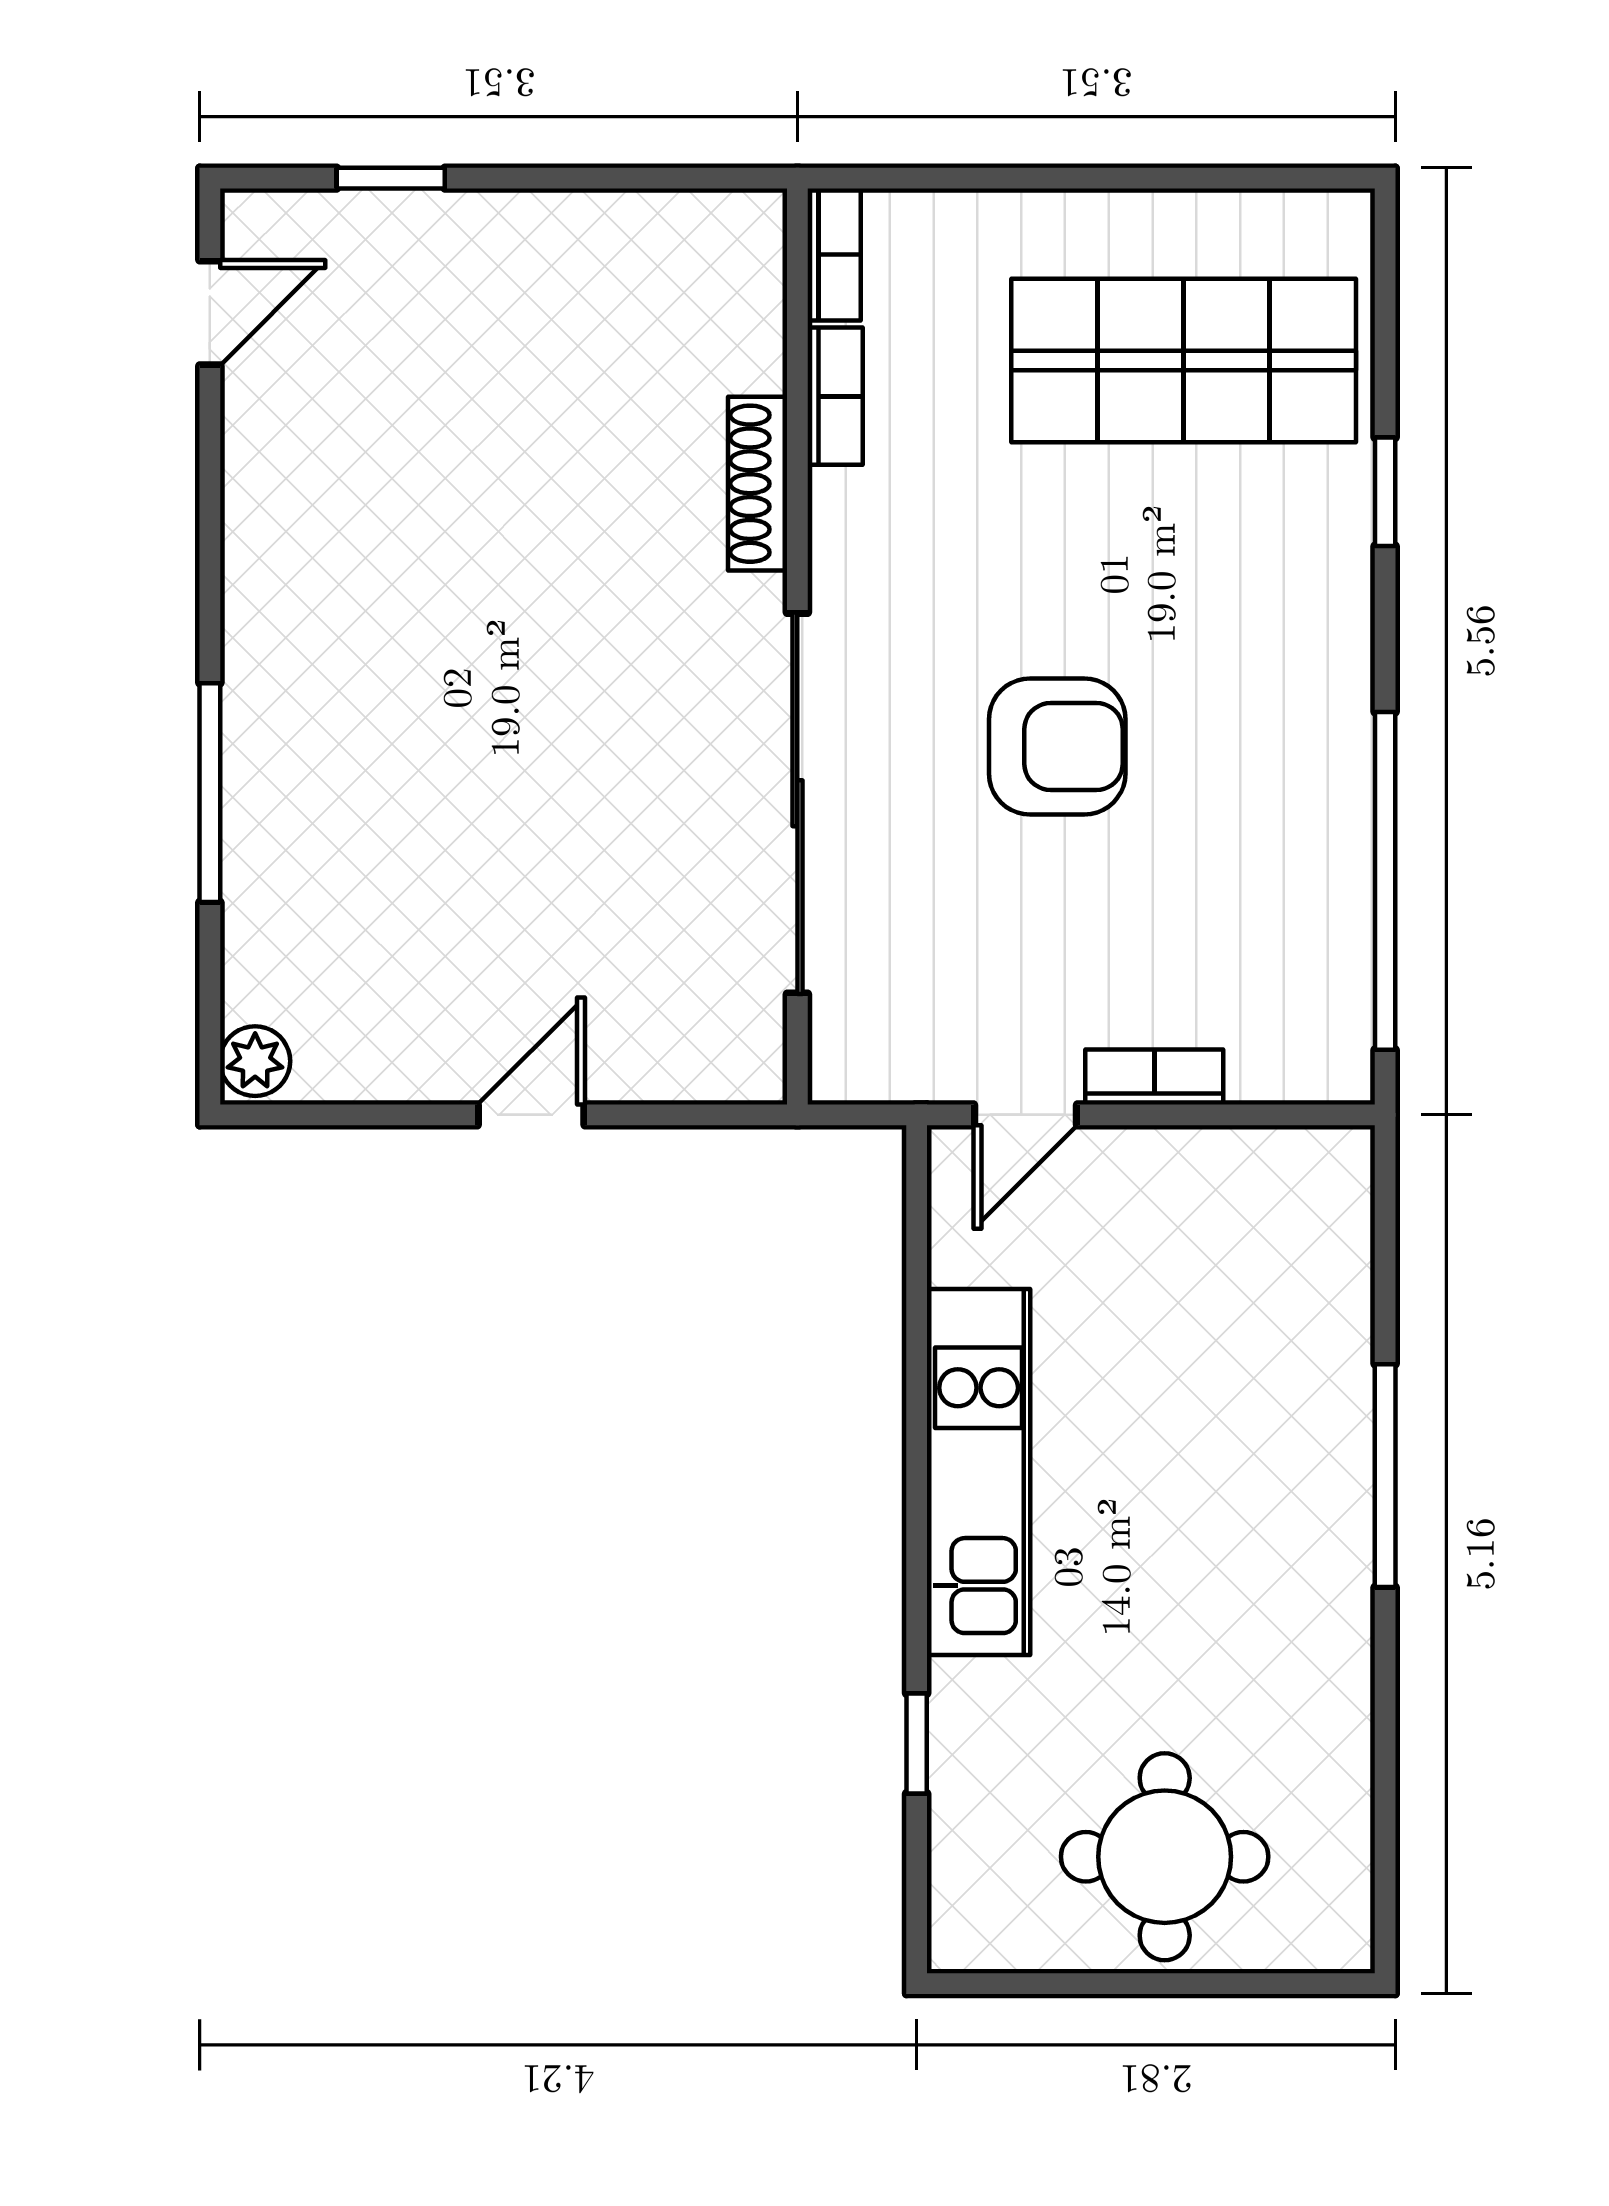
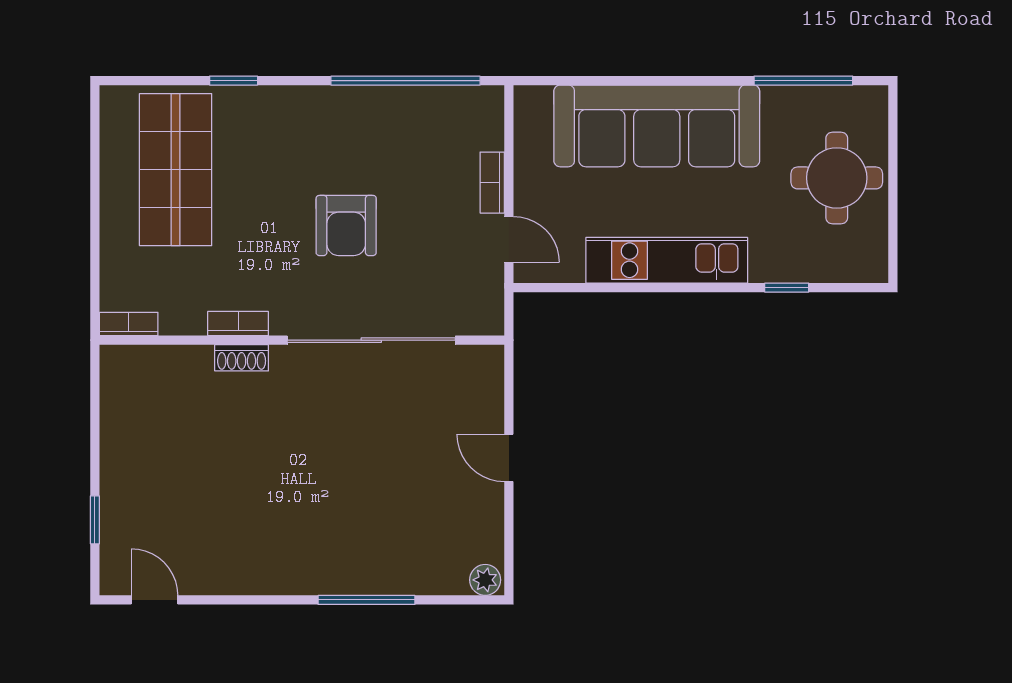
bookcase: (835, 396) -> (238, 324), moved
shoe rack: (758, 484) -> (242, 358), width x0.70
armchair: (1057, 746) -> (346, 225), turned 180
sofa: (1282, 1449) -> (657, 126), added
window: (1385, 1476) -> (803, 81), moved

